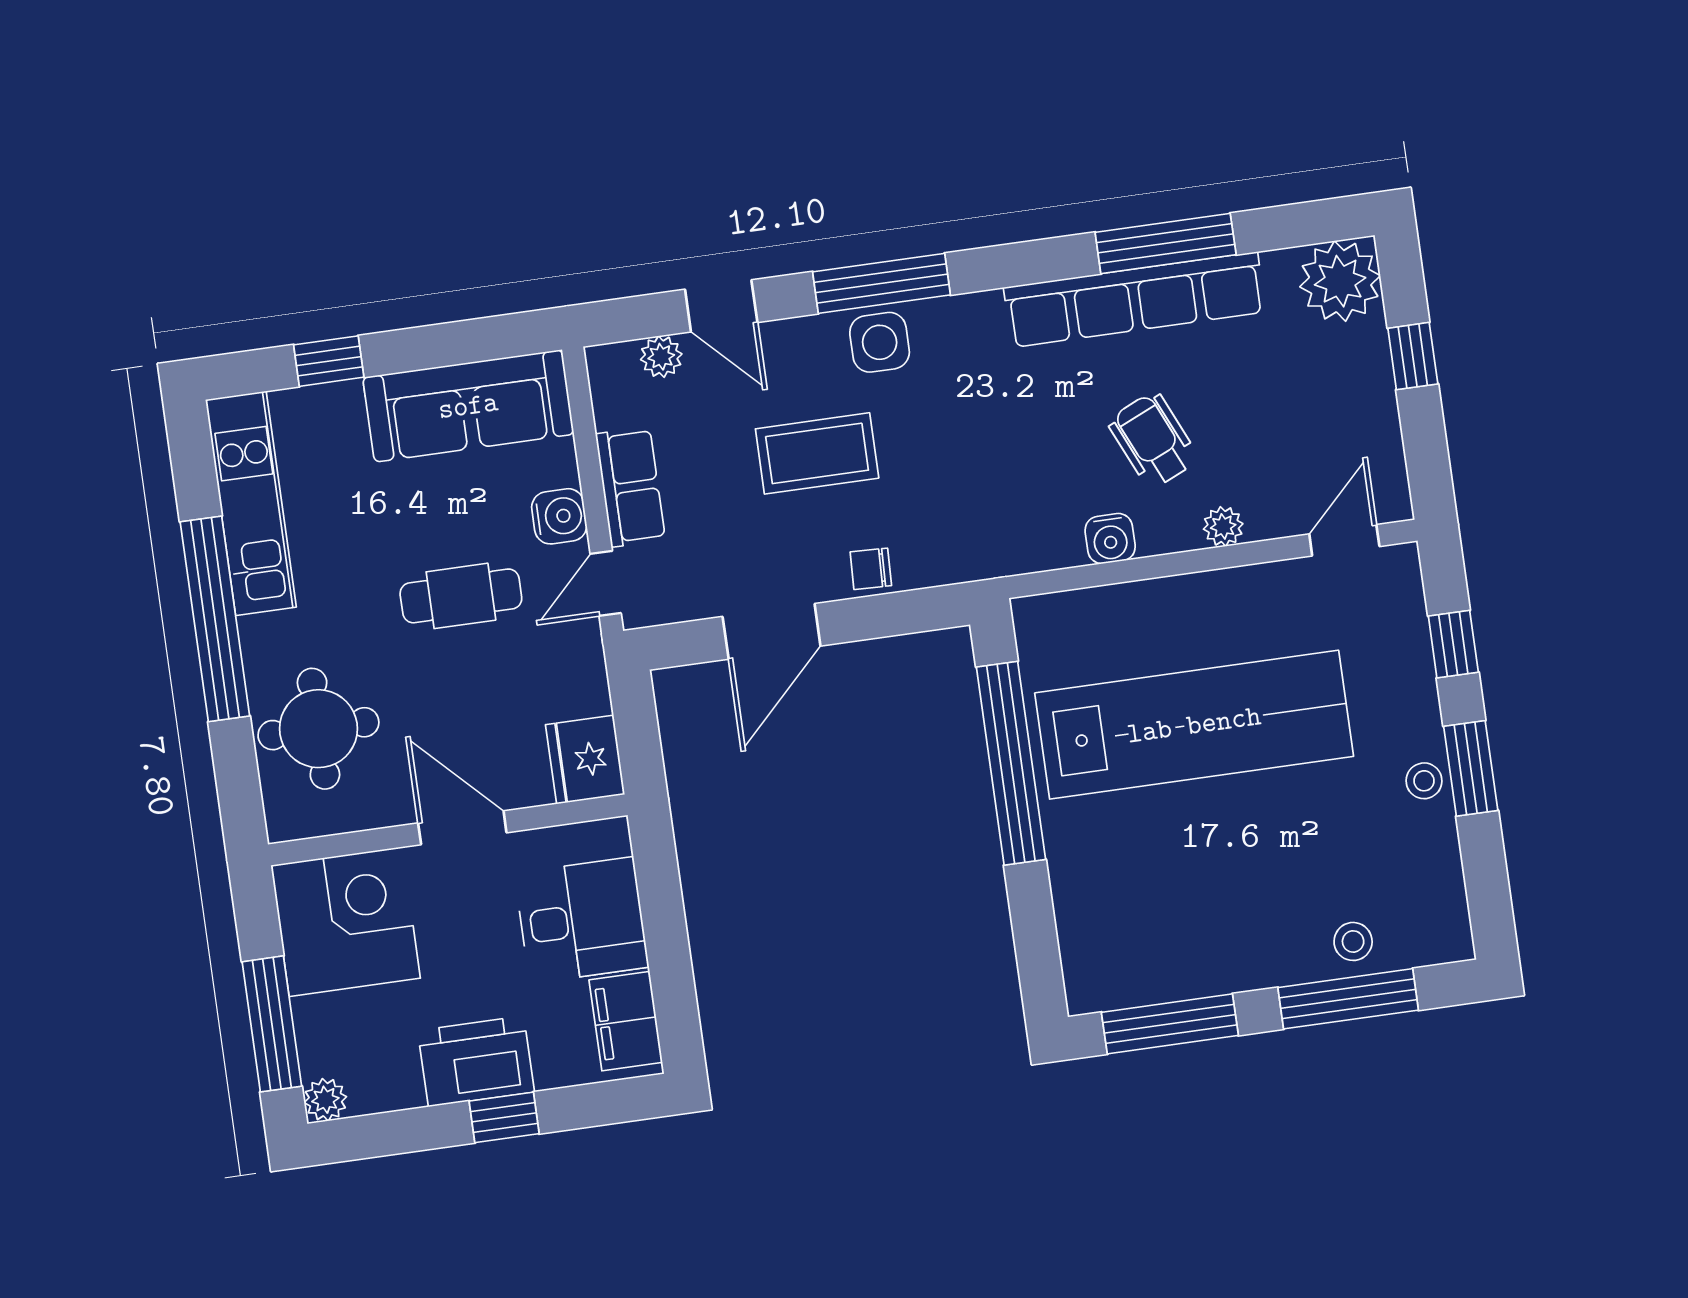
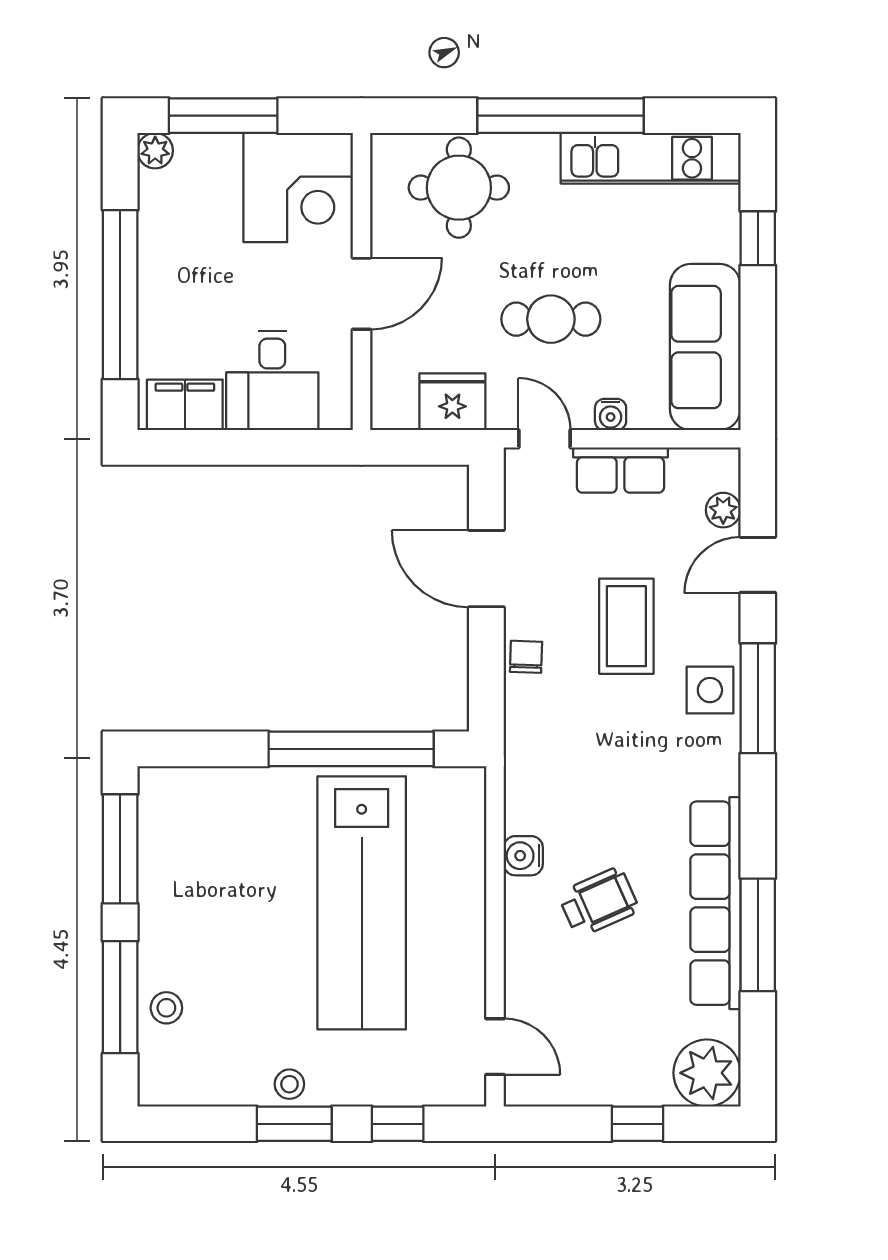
water cooler: (559, 516) -> (611, 415), width x0.72, depth x0.72
plant: (1223, 526) -> (520, 949), removed
cafe table: (461, 596) -> (551, 319), turned 90
fridge: (585, 760) -> (452, 402), moved
printer: (476, 1061) -> (169, 278), removed
window: (504, 1117) -> (120, 295), width x3.17

